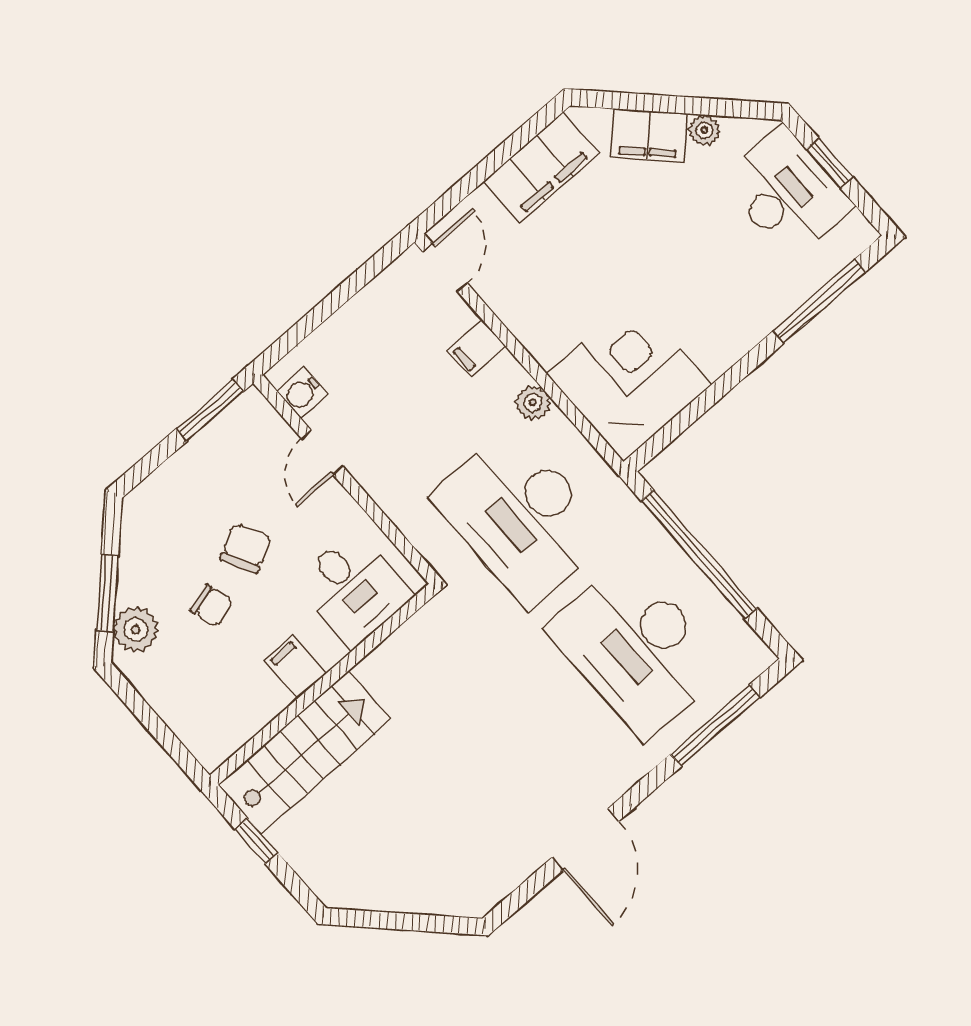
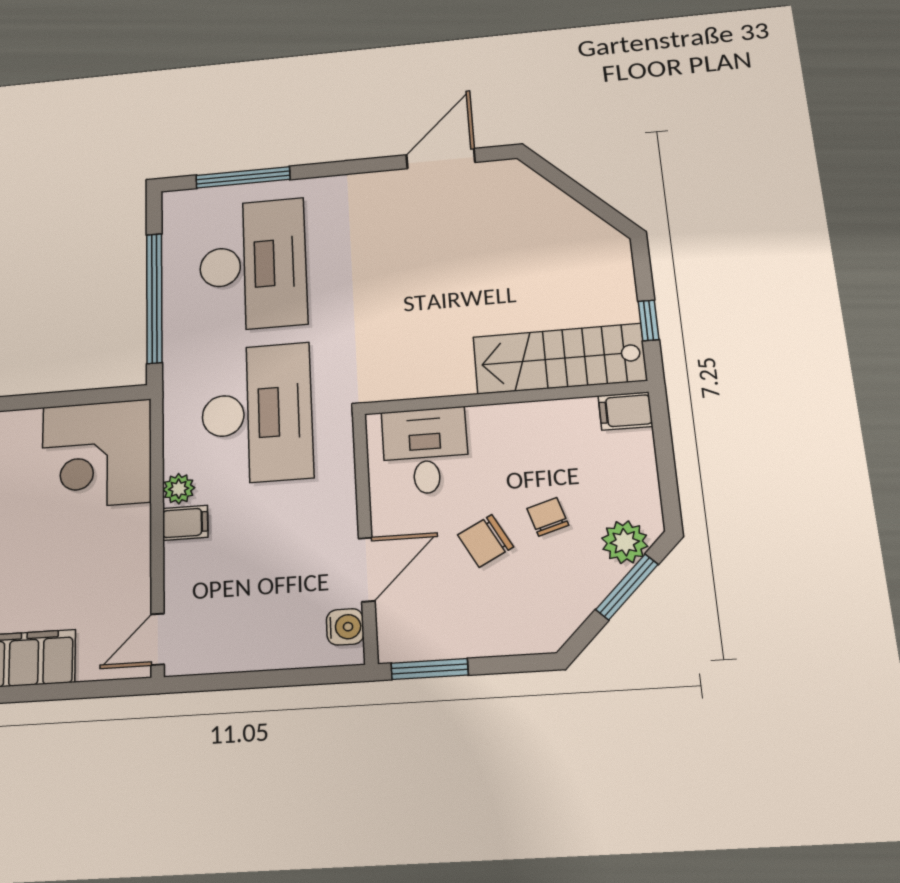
filing cabinet: (477, 348) -> (185, 523), moved
door: (322, 453) -> (367, 570), width x1.38
filing cabinet: (295, 667) -> (625, 411), moved, turned 90
door: (585, 839) -> (441, 159), moved

